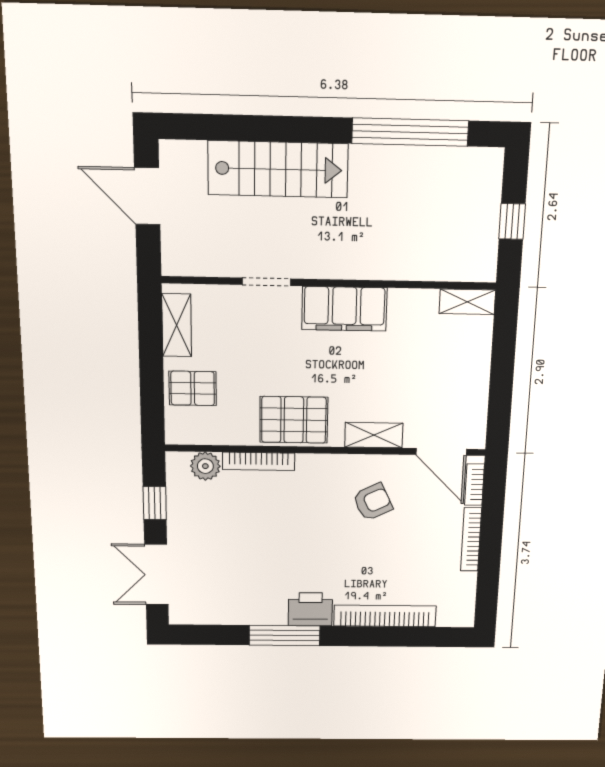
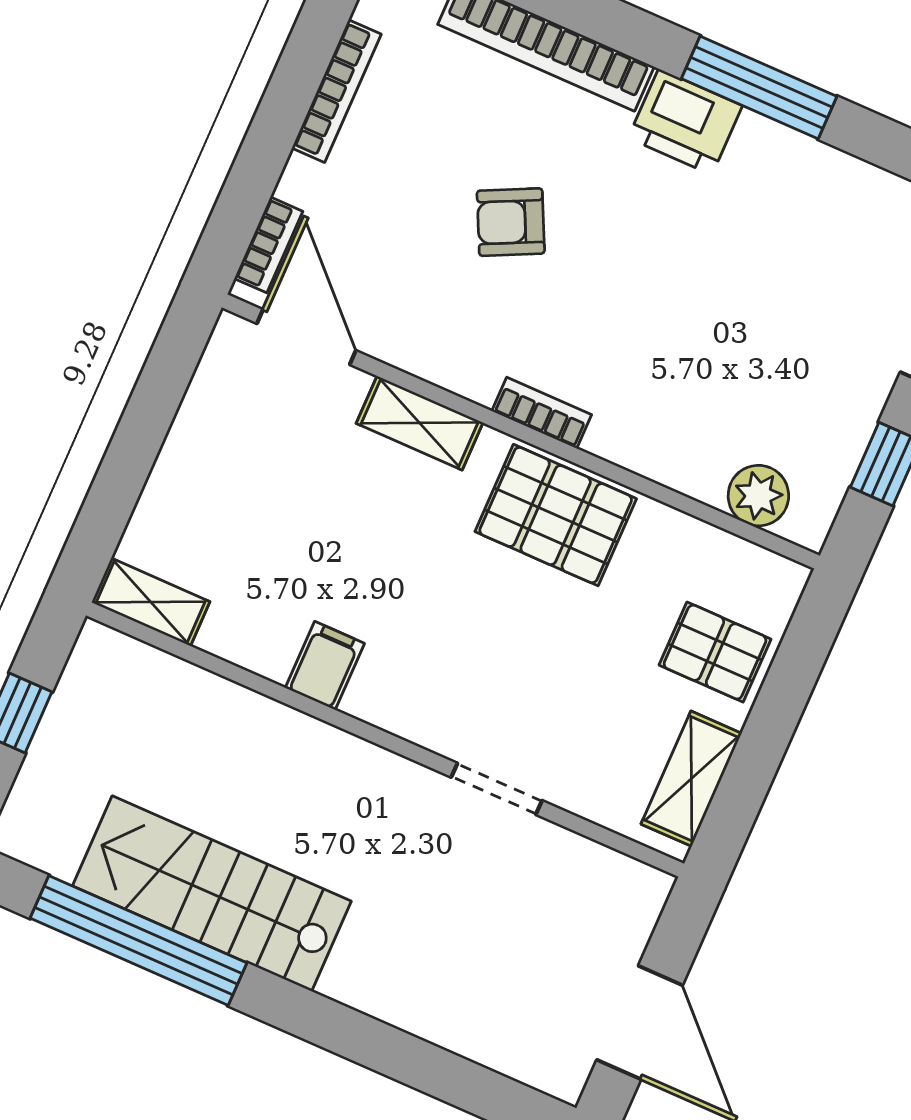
stairs: (278, 169) -> (212, 894), moved
filing cabinet: (344, 309) -> (325, 666), width x0.33, depth x0.86
bookcase: (259, 461) -> (542, 413), moved, width x0.64
armchair: (373, 502) -> (511, 222), moved
bookcase: (471, 539) -> (337, 91), moved

